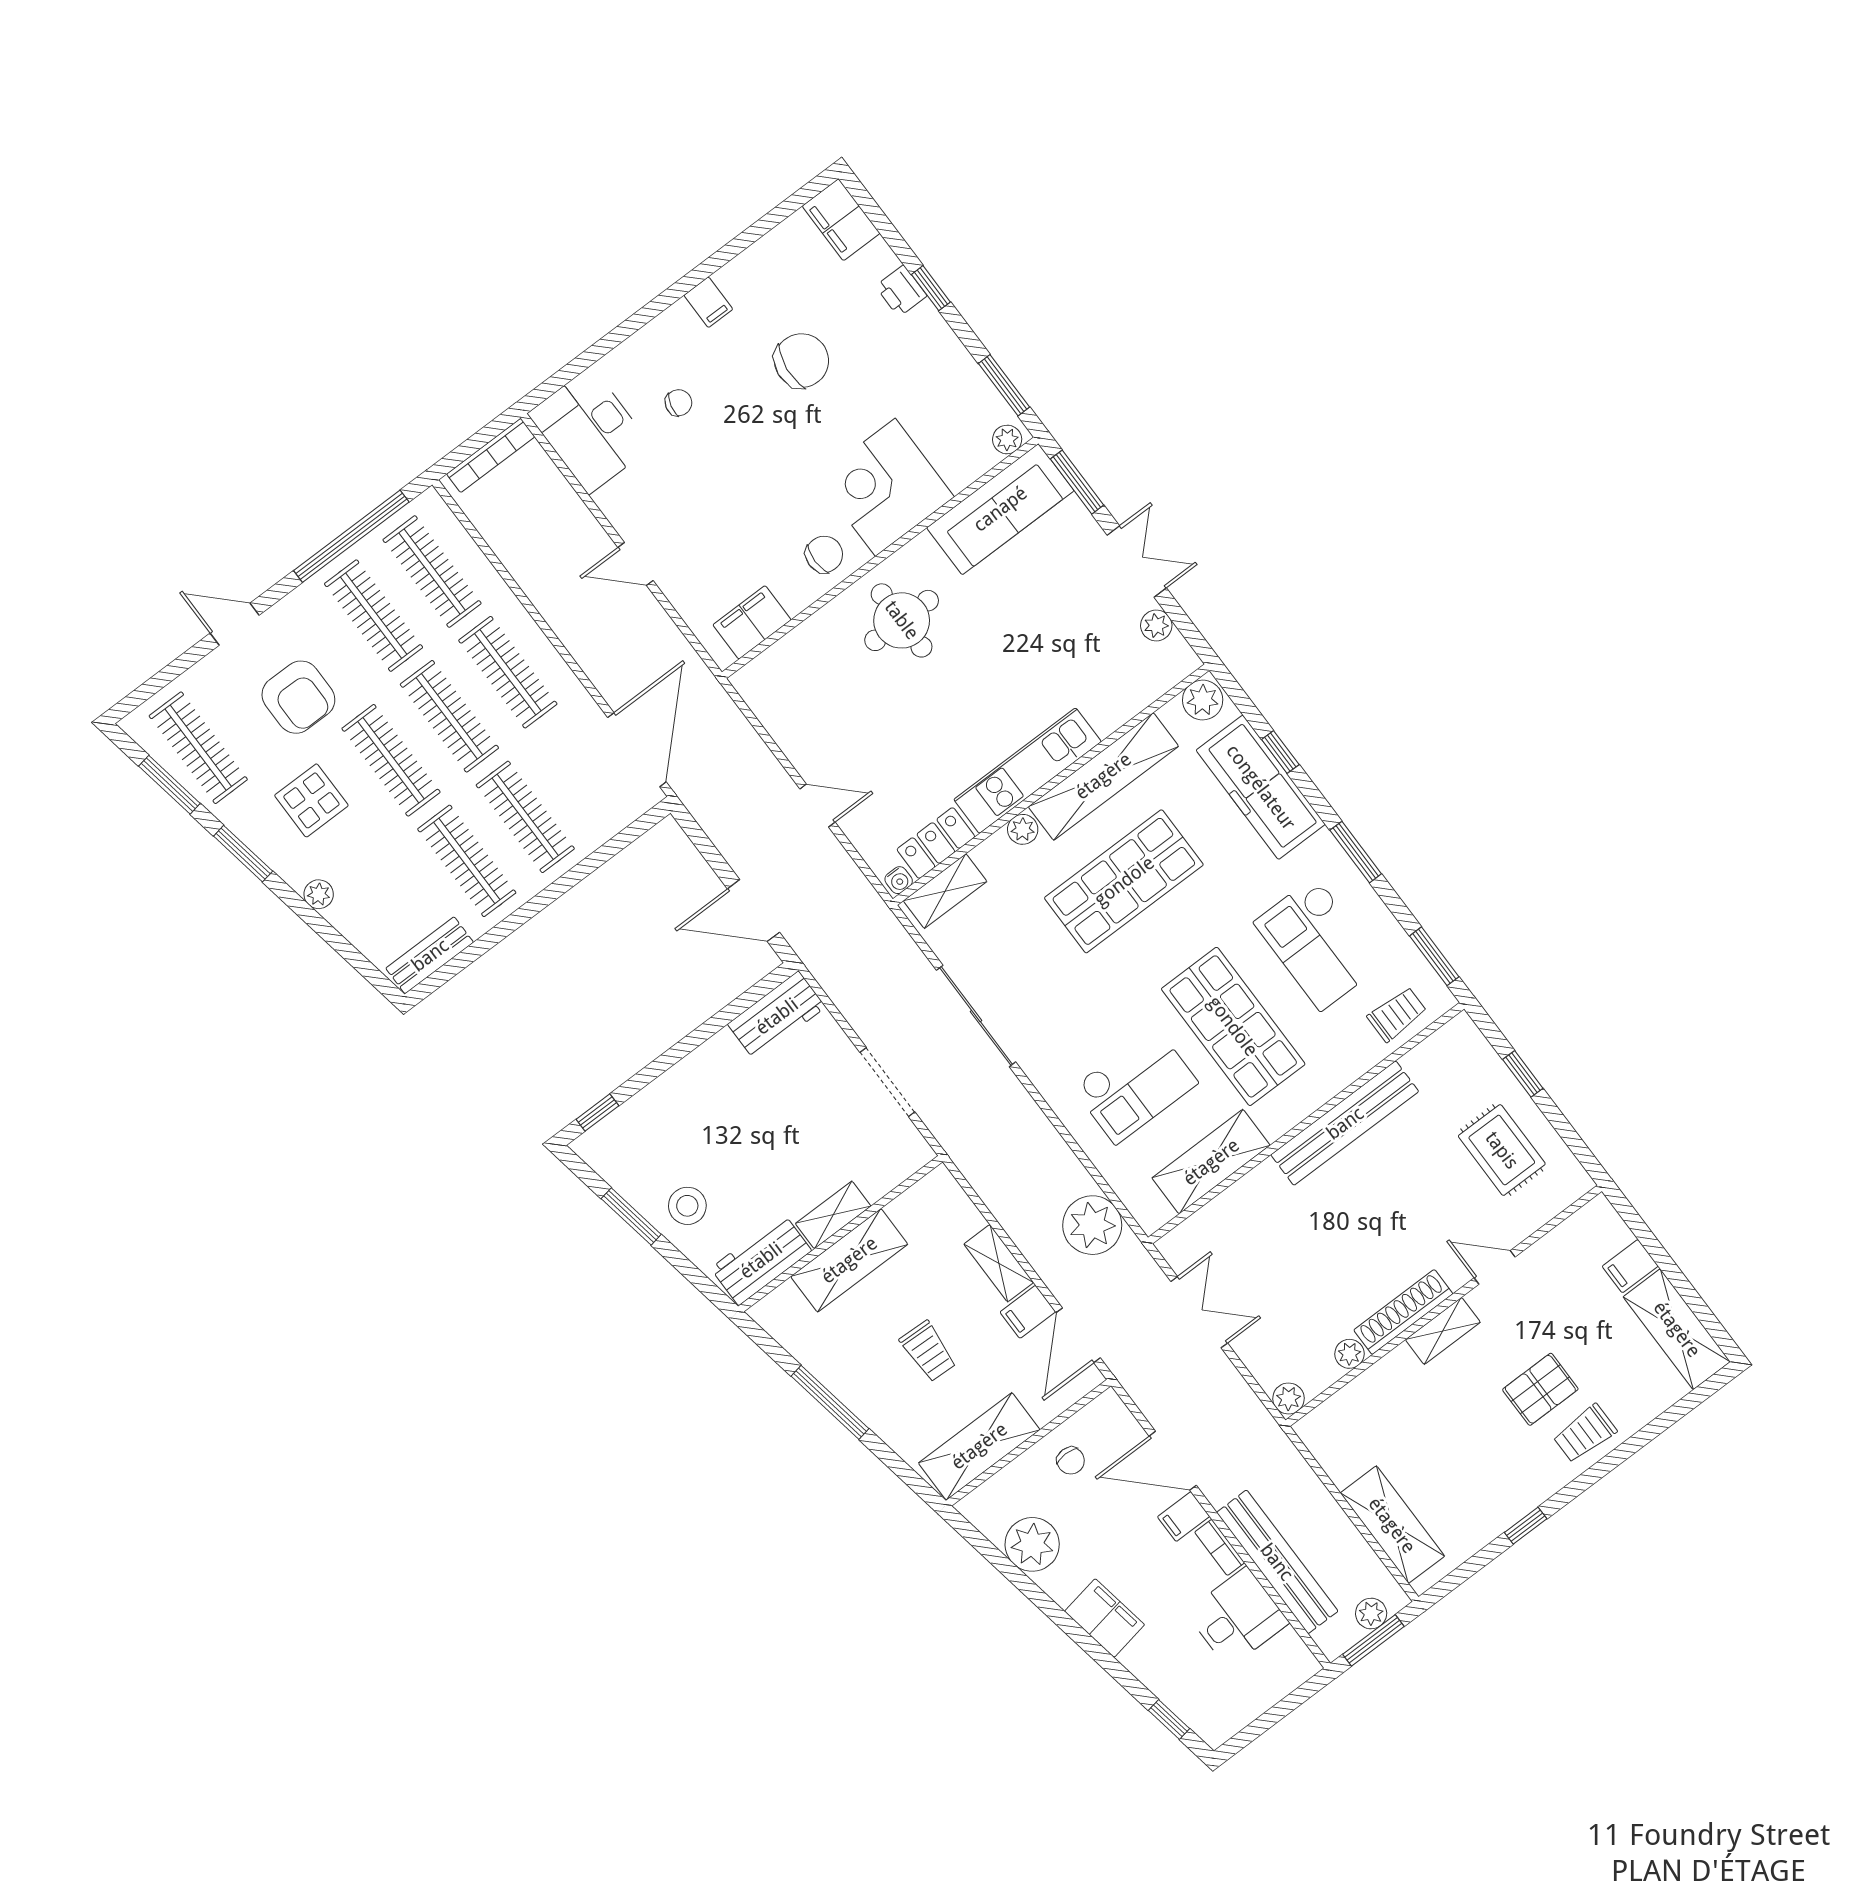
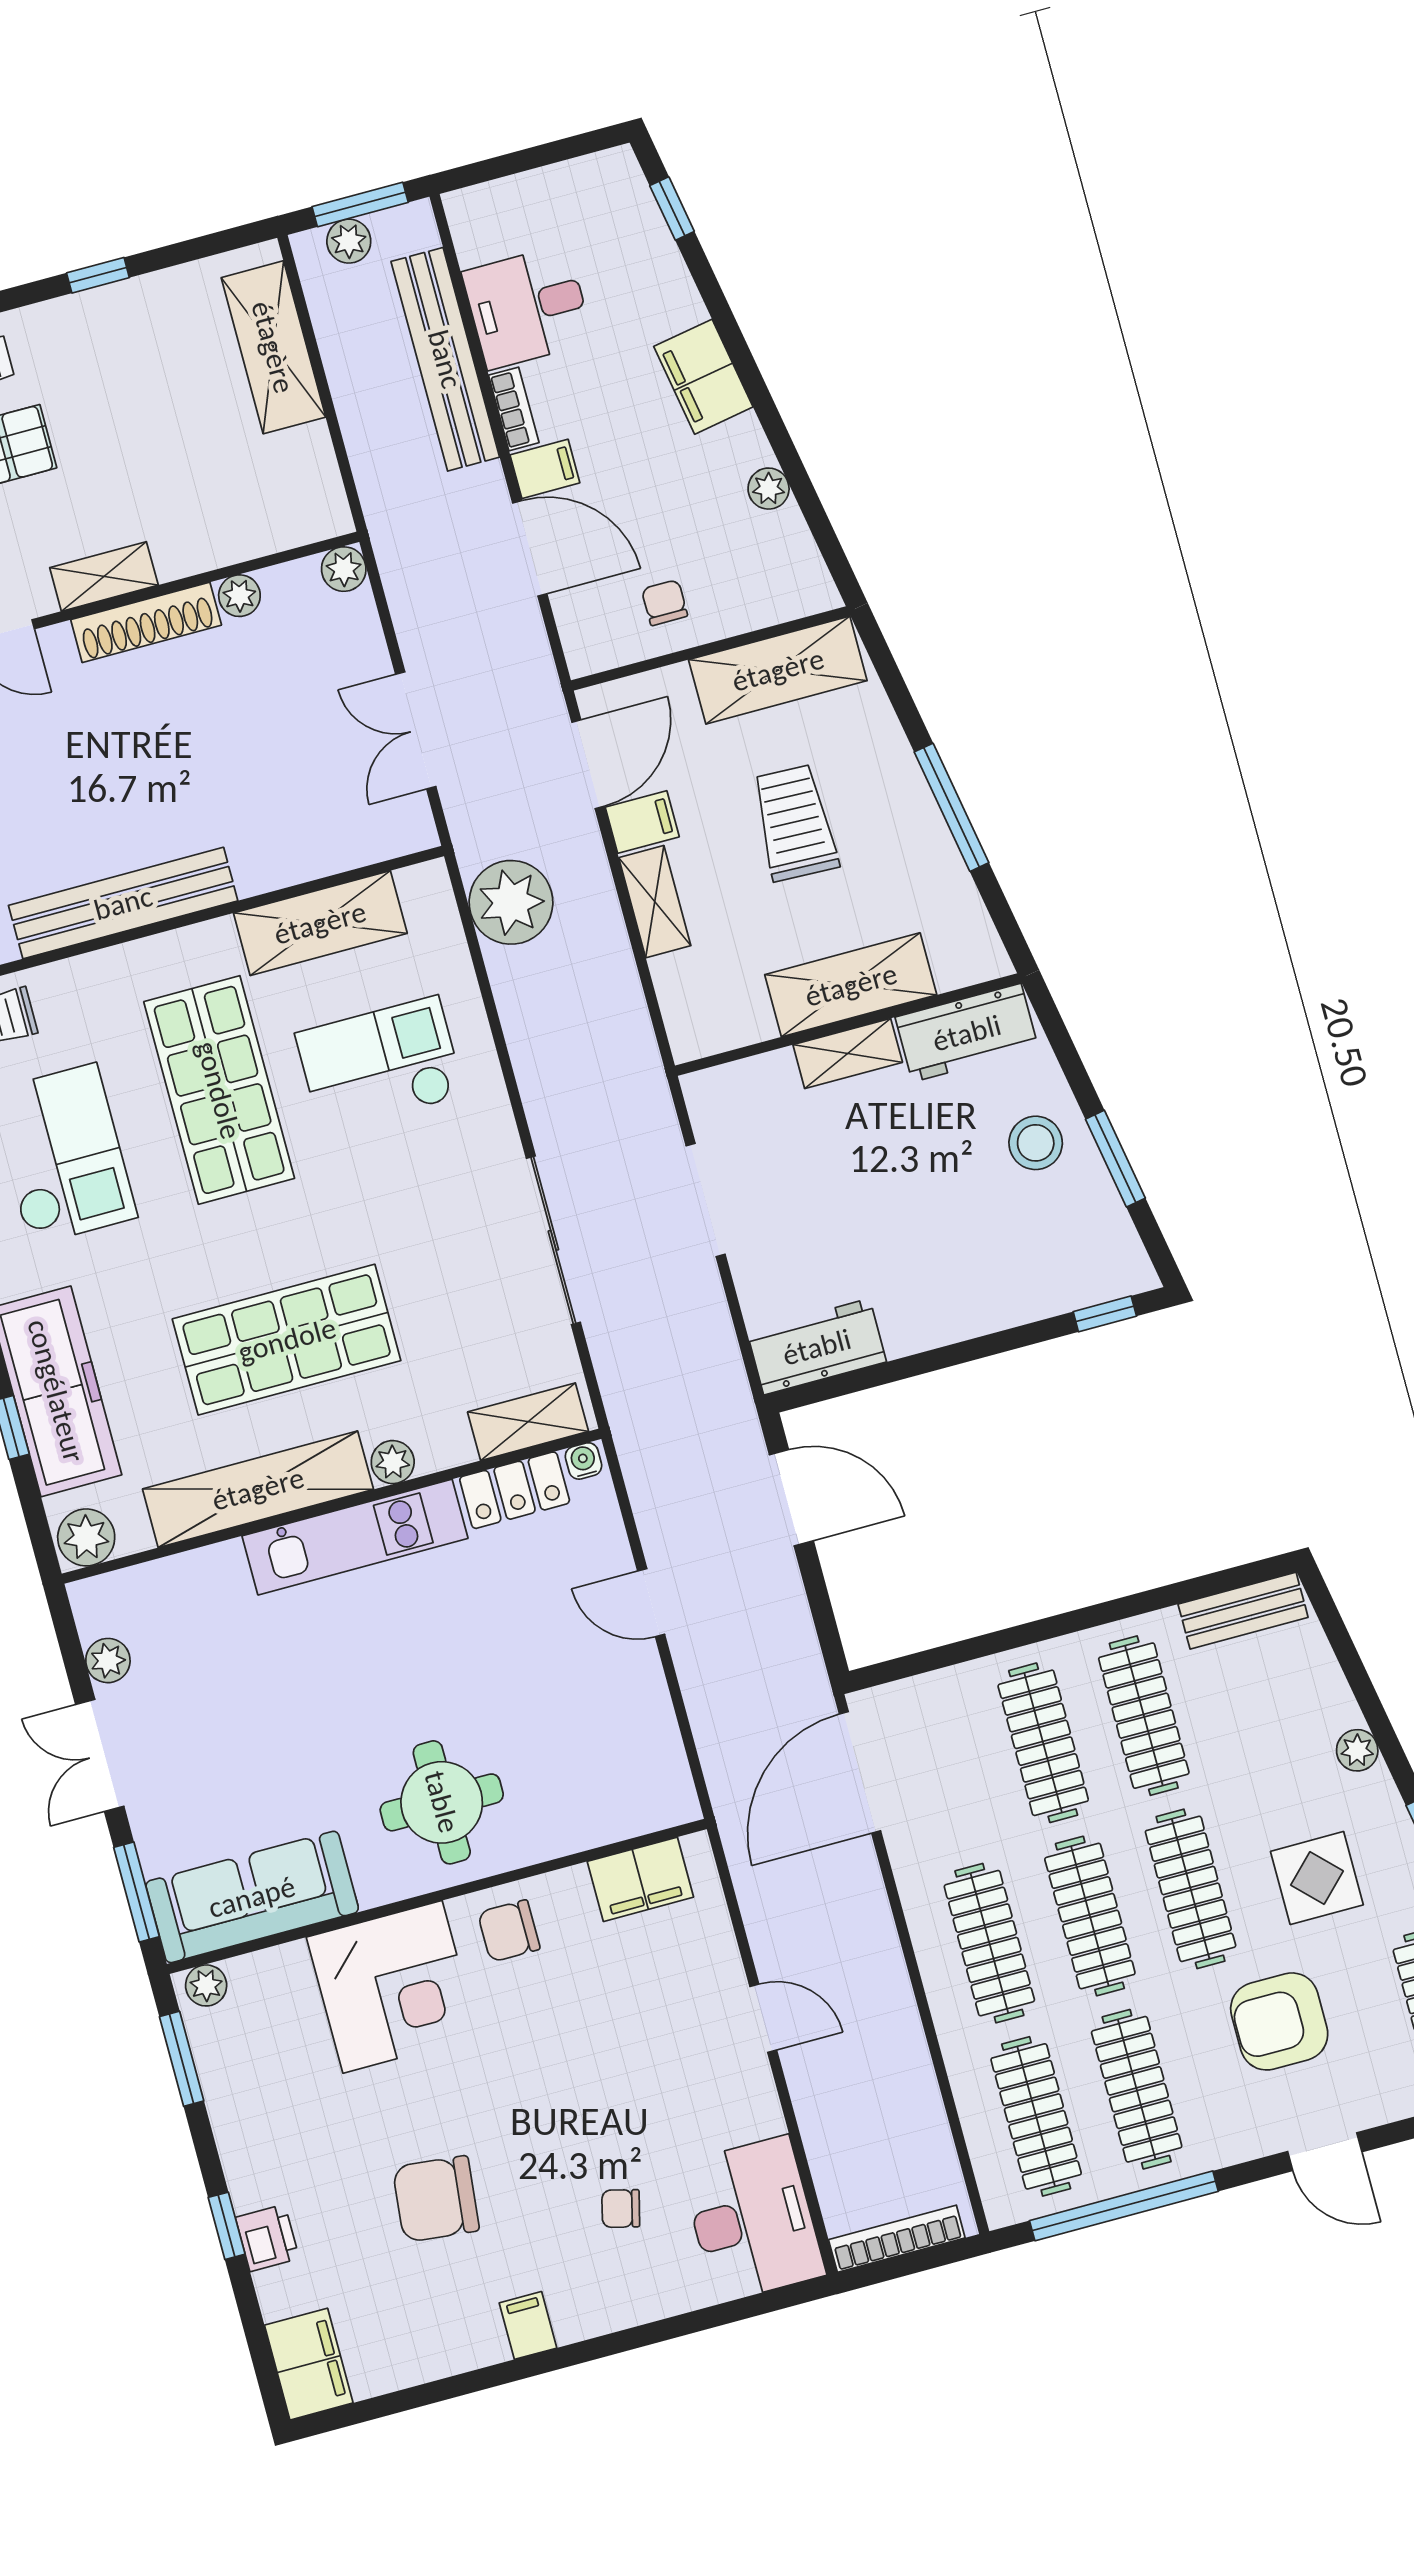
armchair: (298, 697) -> (1279, 2021), turned -90
trolley: (928, 1351) -> (795, 823), width x1.36, depth x1.39
plant: (1032, 1544) -> (769, 489), width x0.53, depth x0.53

